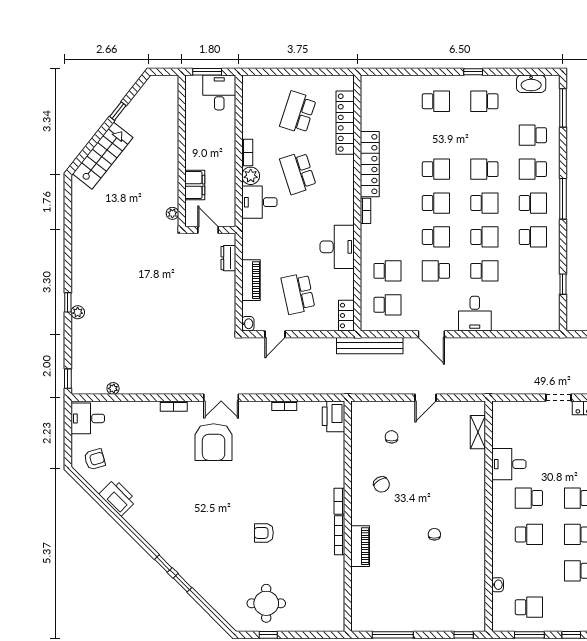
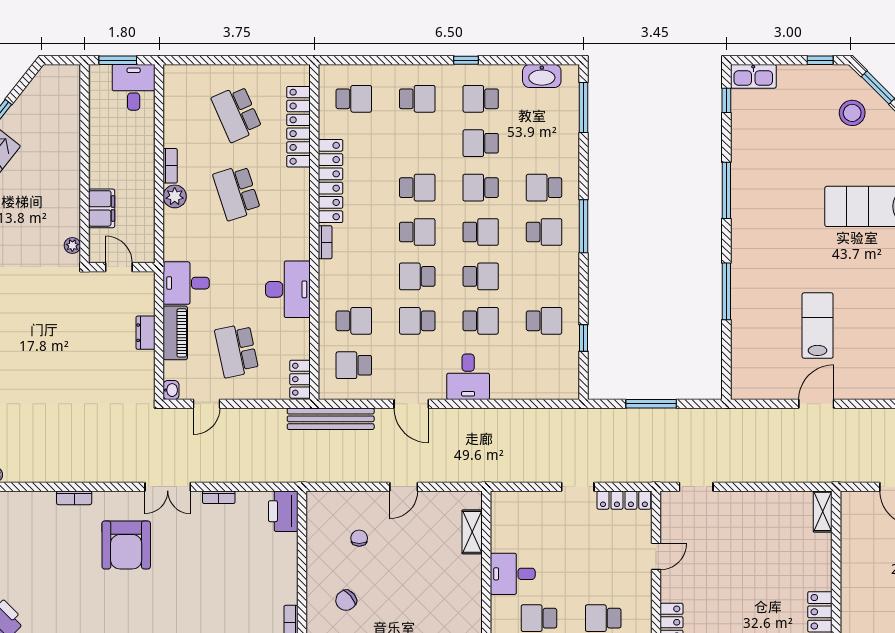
school desk: (387, 101) -> (354, 99), added
school desk: (298, 113) -> (237, 114), turned -42
school desk: (533, 135) -> (481, 143), moved
desk: (259, 202) -> (186, 283), moved
school desk: (436, 237) -> (417, 276), turned 180
school desk: (533, 237) -> (544, 321), moved
dresser: (228, 258) -> (145, 333), moved
school desk: (387, 305) -> (354, 365), turned 180
double door: (221, 398) -> (168, 487), moved
chair: (382, 484) -> (346, 600), turned 80

